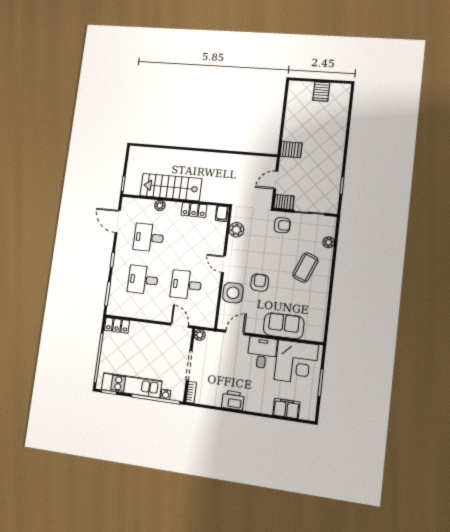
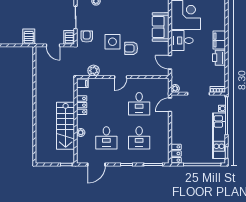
coffee table: (305, 267) -> (116, 16), removed
side table: (233, 293) -> (112, 42), moved
filing cabinet: (286, 408) -> (219, 40), moved

